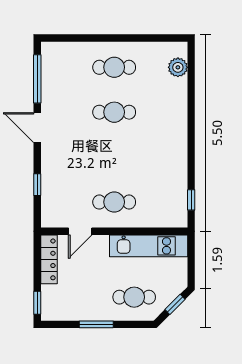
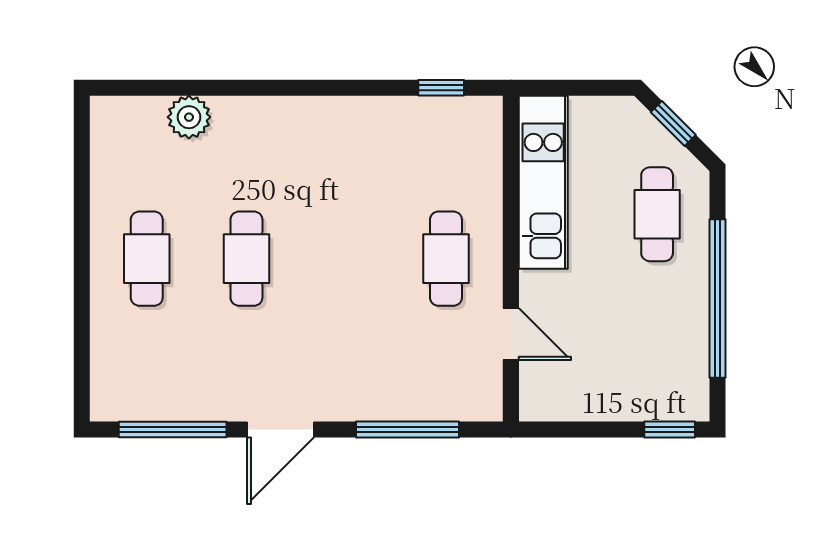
plant: (178, 67) -> (189, 117), moved
window: (37, 185) -> (407, 429), width x2.17
locker: (49, 259) -> (573, 403), removed
window: (96, 324) -> (718, 298), width x2.11

